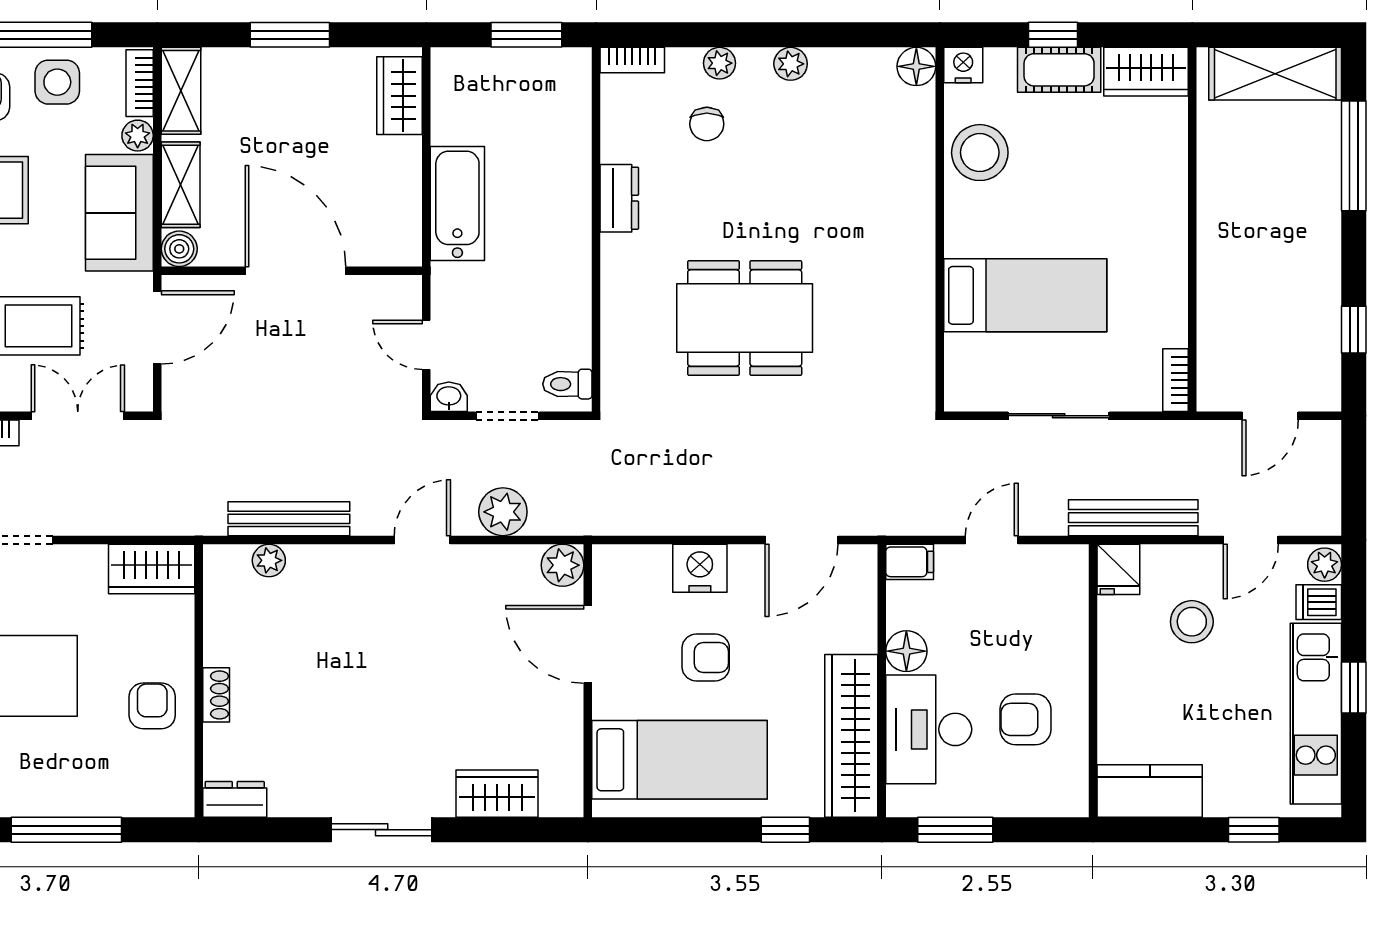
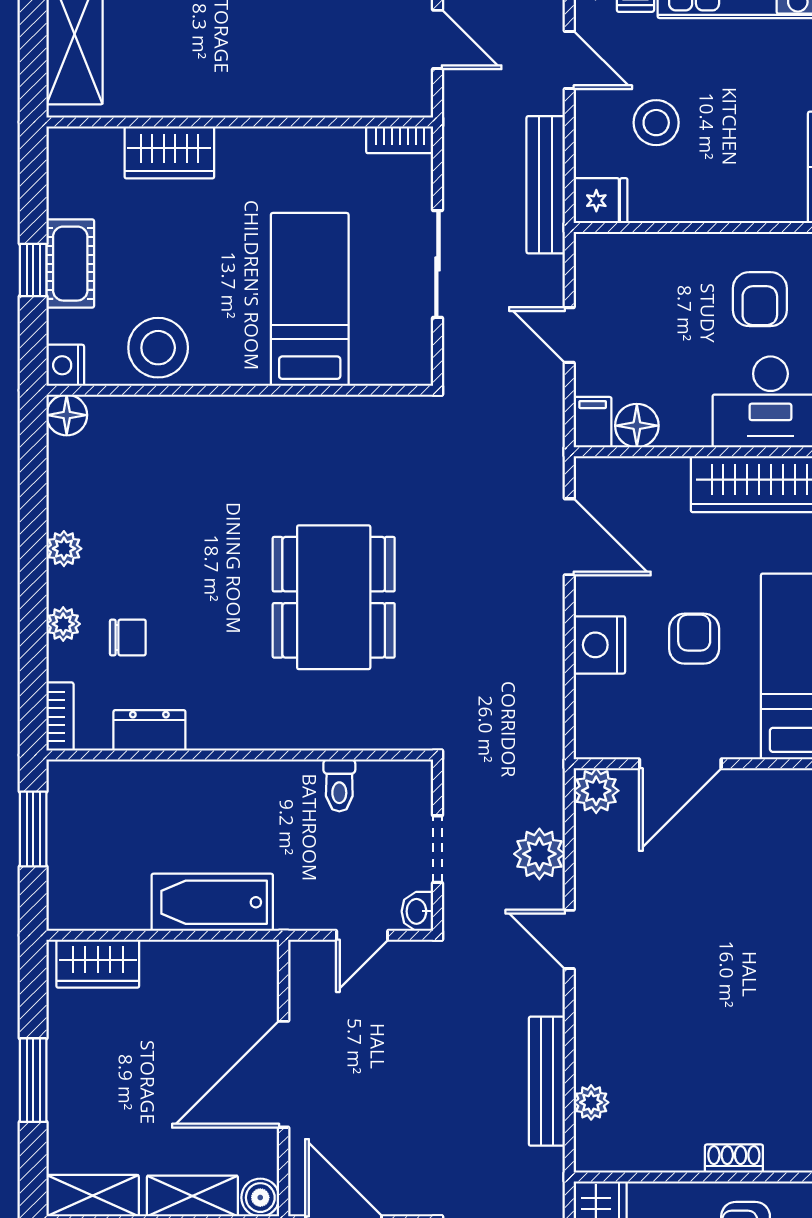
wardrobe: (1146, 72) -> (169, 152), moved, turned 90
dresser: (619, 198) -> (149, 730), moved
toilet: (567, 384) -> (339, 785), moved
floor lamp: (906, 651) -> (637, 426), moved

